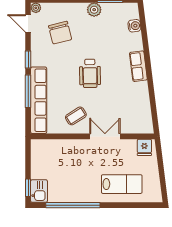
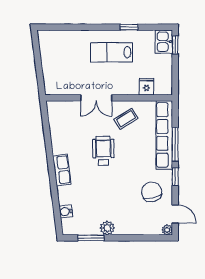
chair: (60, 33) -> (152, 192), moved
wheelchair: (90, 73) -> (103, 151), moved
fridge: (144, 147) -> (147, 87), moved
lab bench: (122, 184) -> (112, 52), moved
window: (73, 205) -> (129, 27), width x0.32

